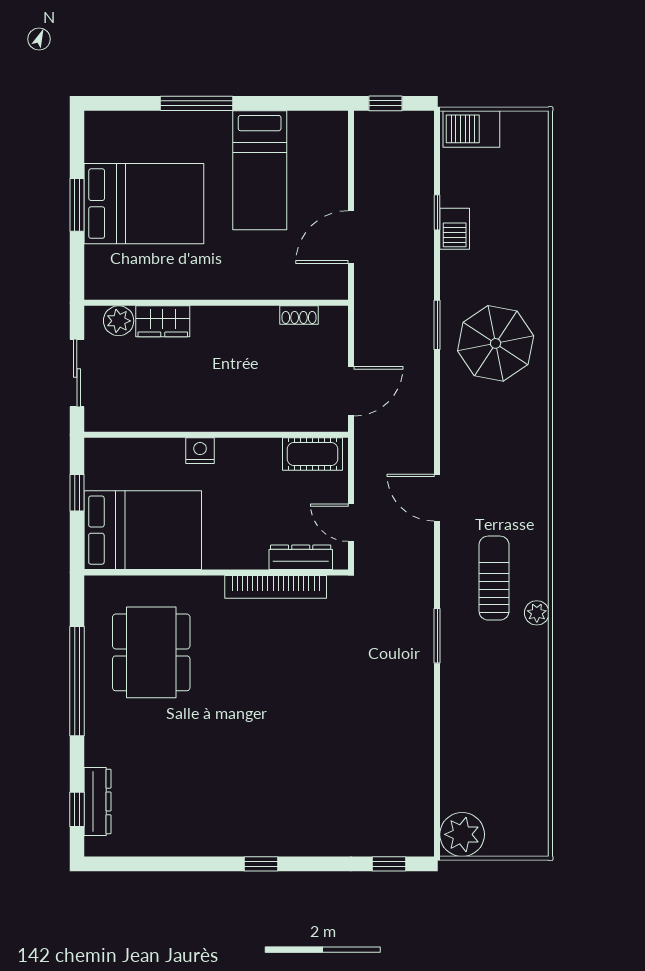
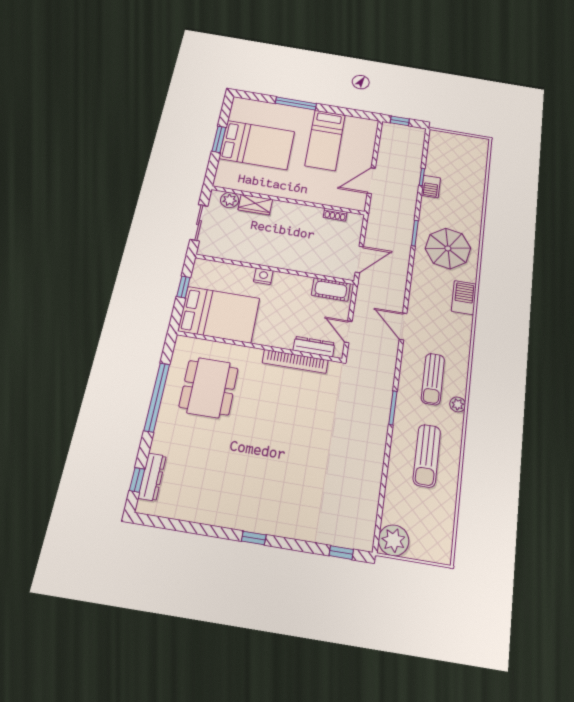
barbecue: (471, 129) -> (464, 298), moved, turned 90
sun lounger: (494, 578) -> (433, 379), turned 180
sun lounger: (497, 702) -> (427, 456), added

